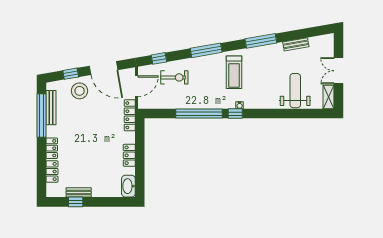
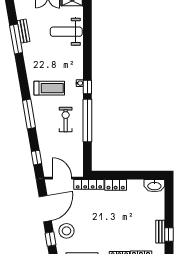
window: (261, 41) -> (16, 39), moved
exercise bike: (174, 77) -> (66, 119), moved
locker: (129, 155) -> (116, 185), moved

